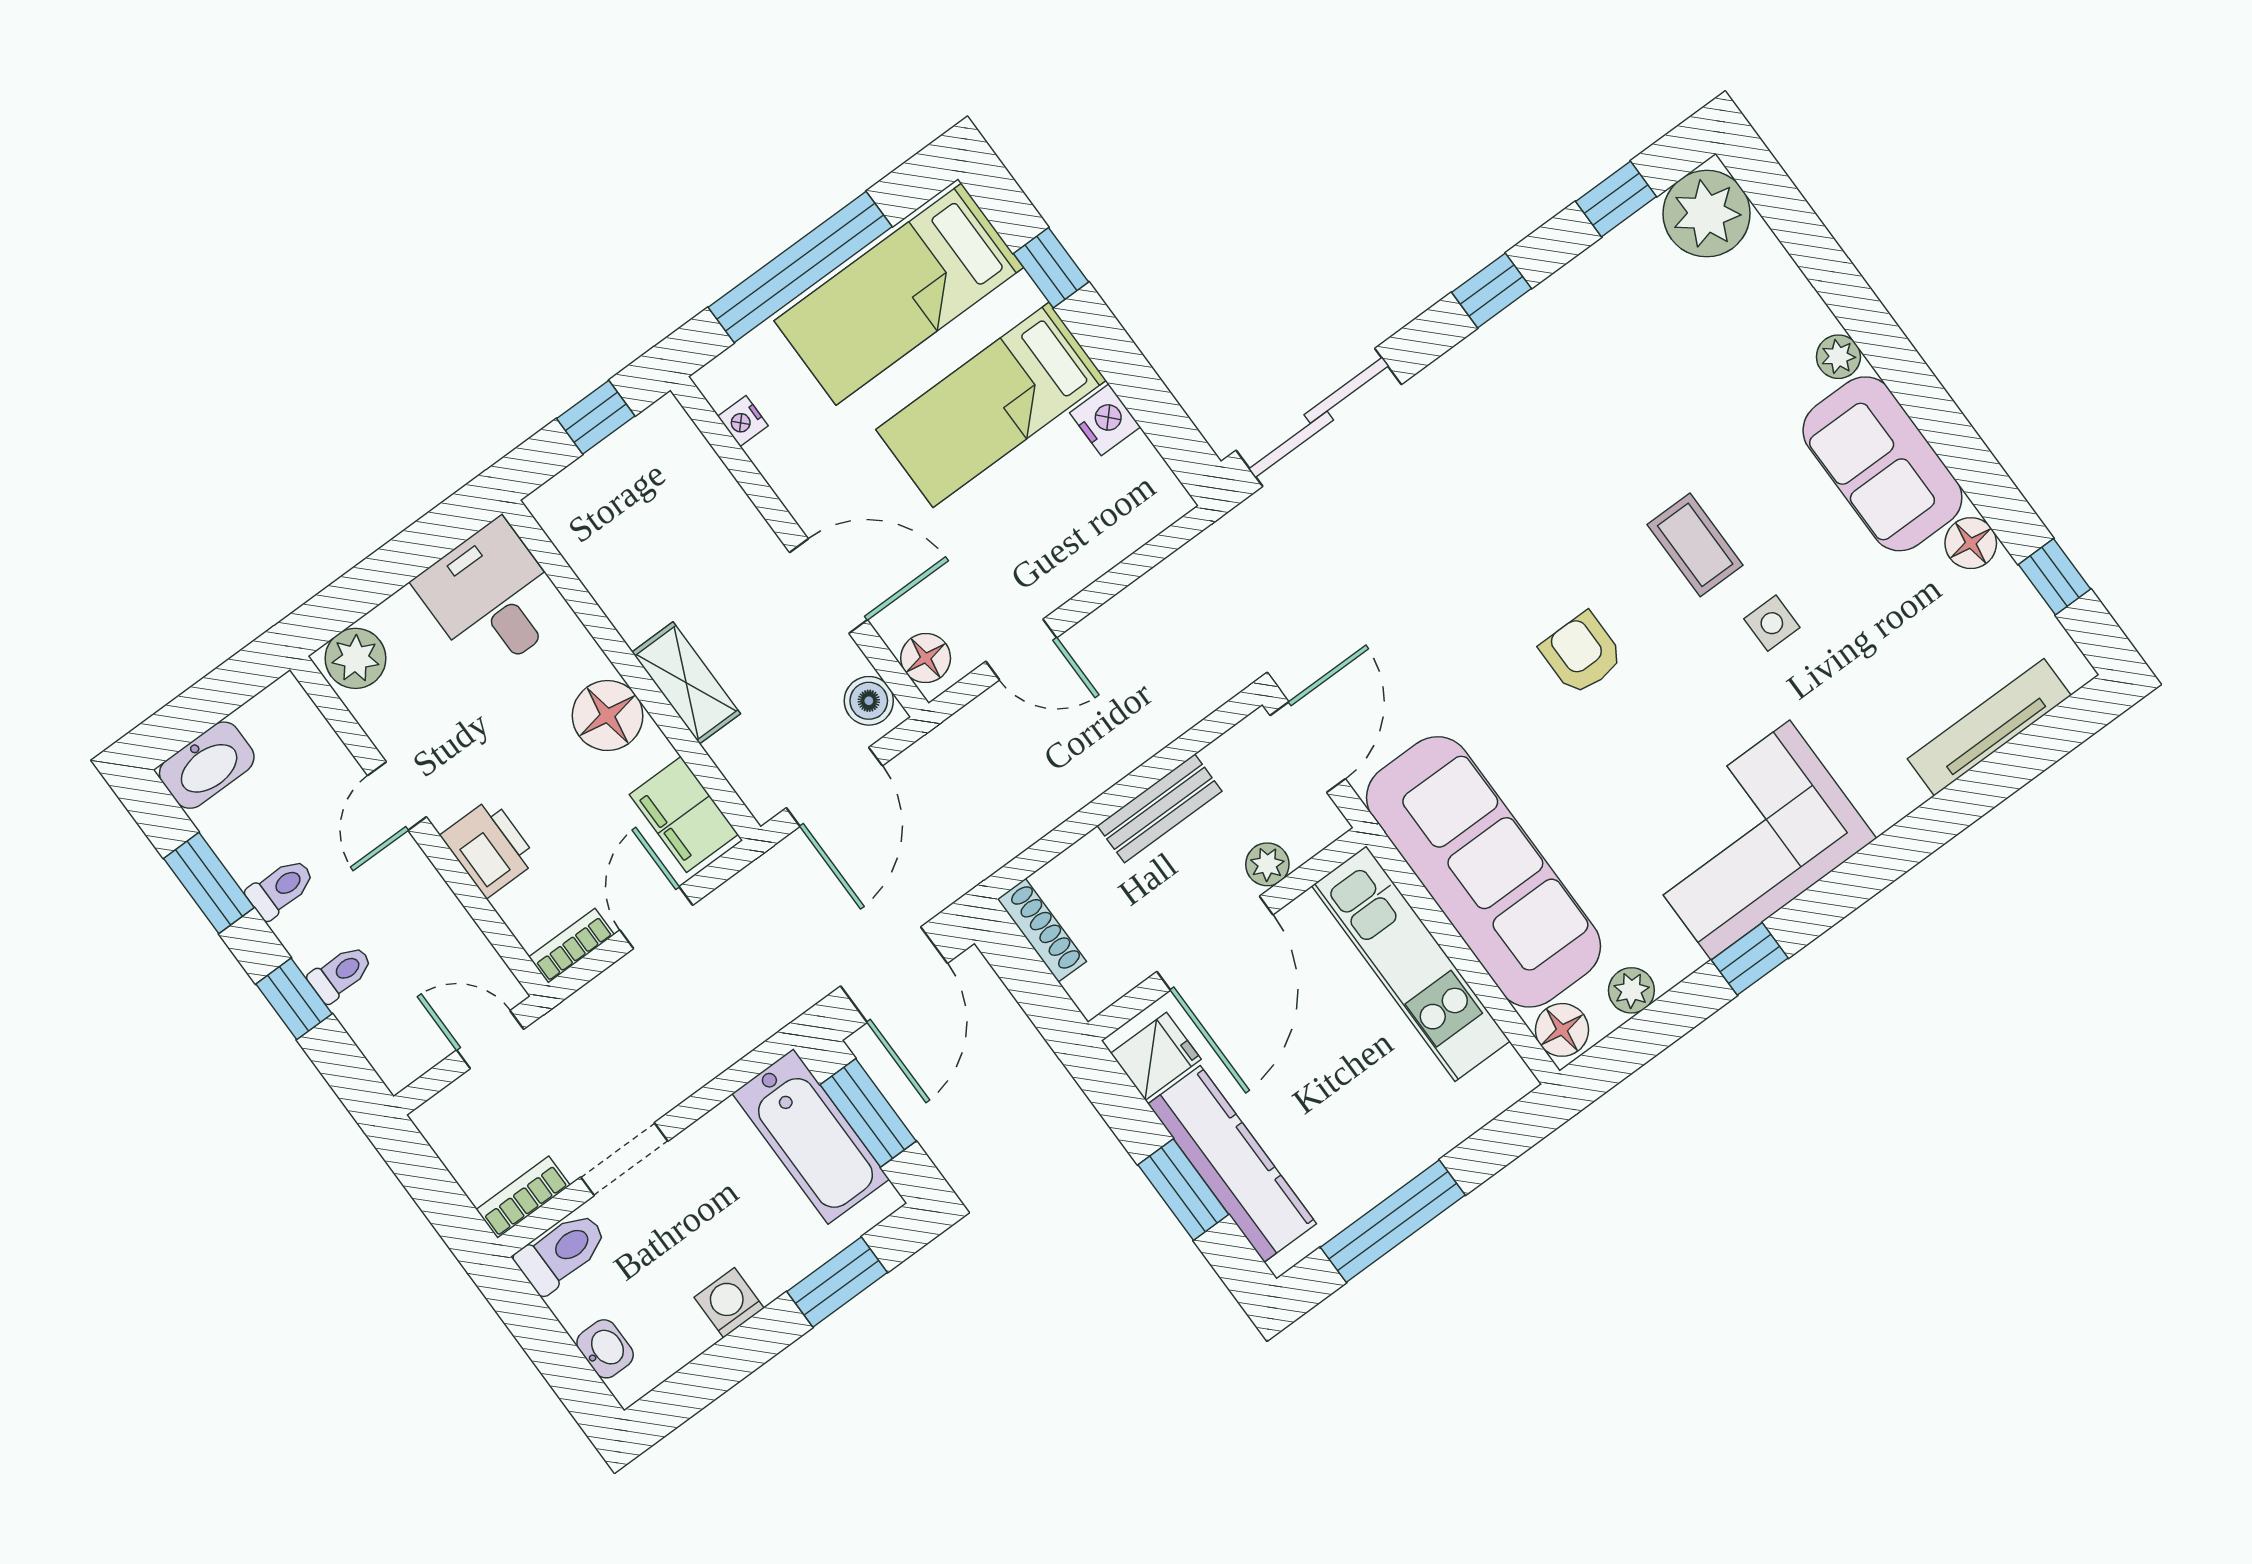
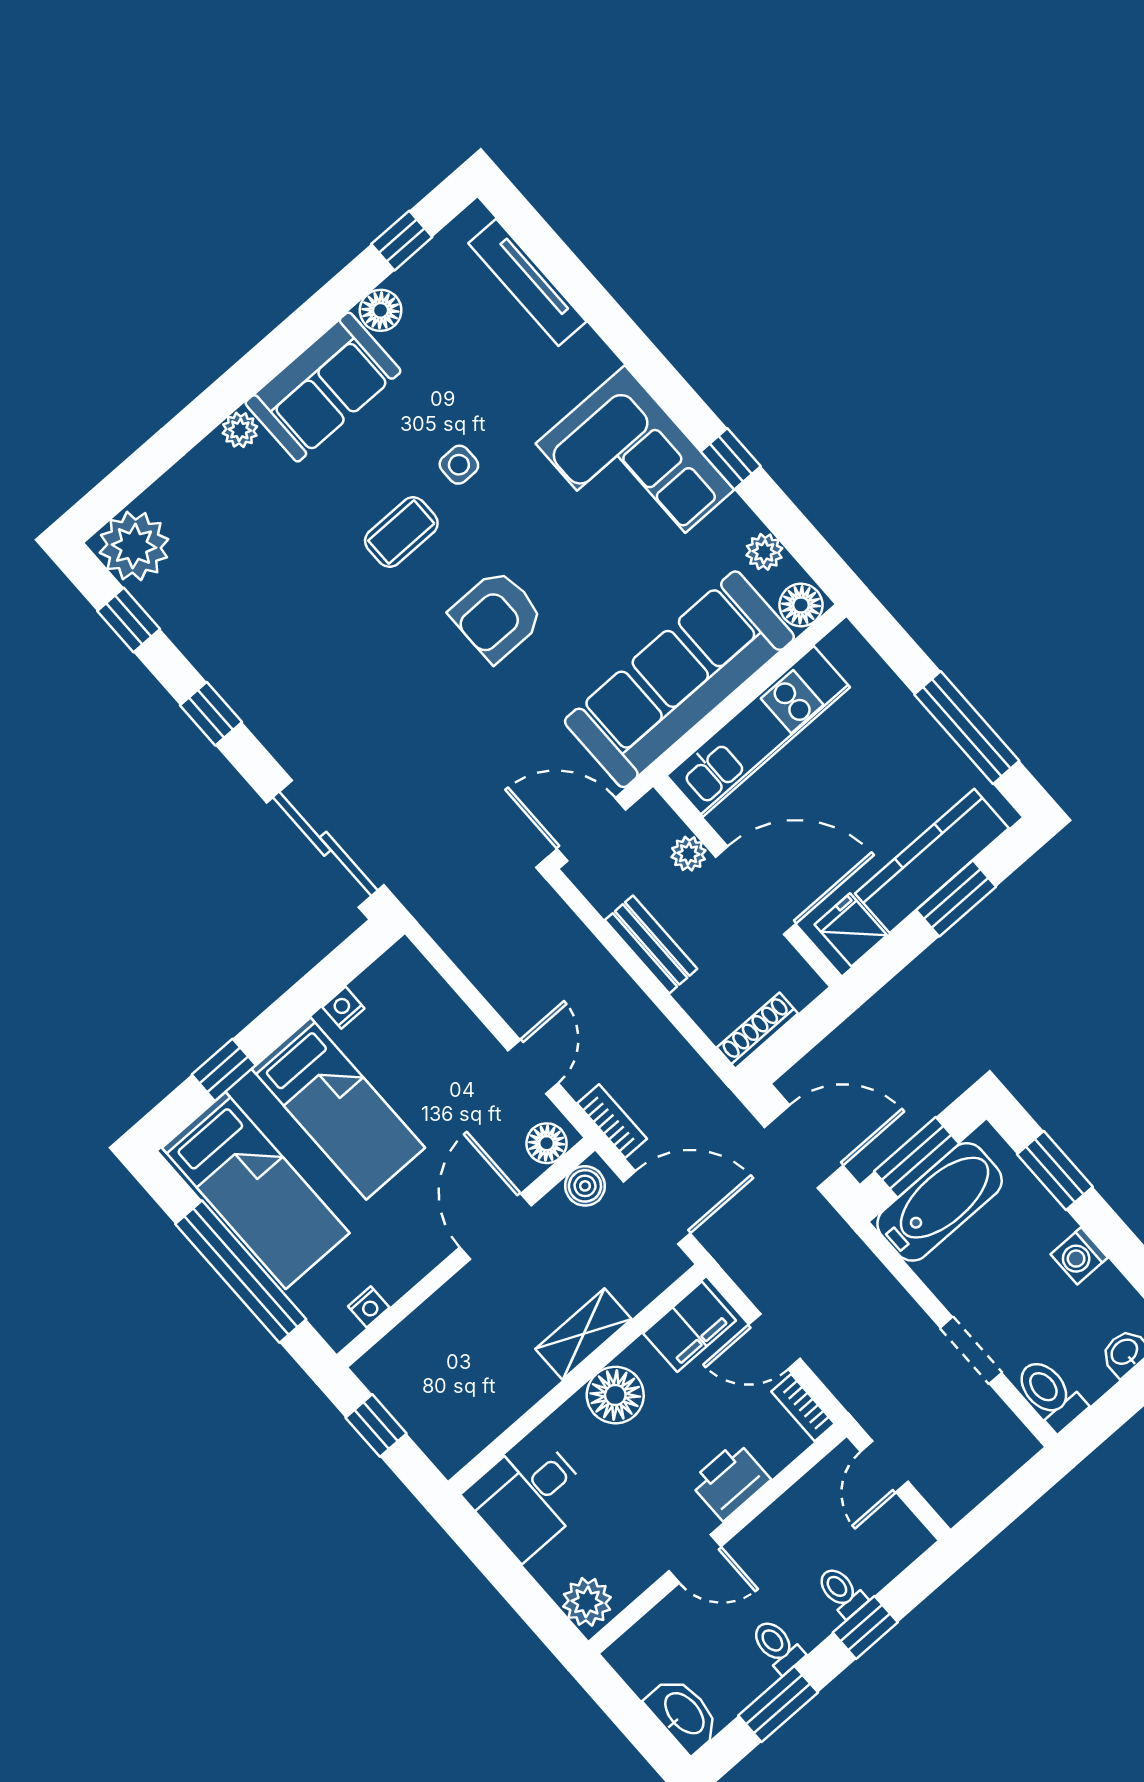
nightstand: (1105, 420) -> (343, 1008), width x0.72, depth x0.74
armchair: (1582, 654) -> (497, 616), width x1.38, depth x1.38
bookcase: (523, 1197) -> (612, 1121), moved, turned 180

